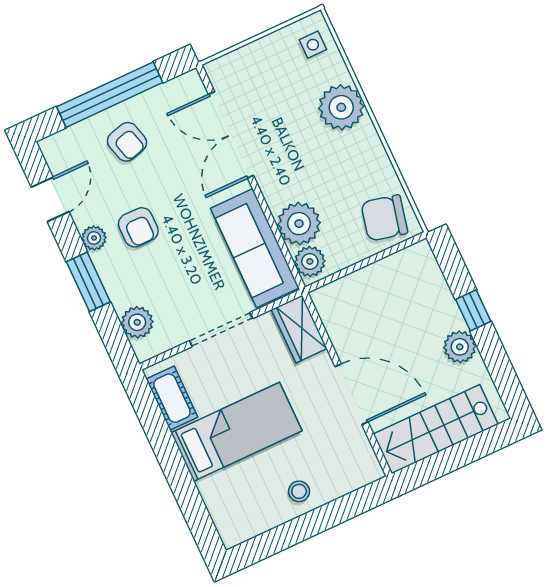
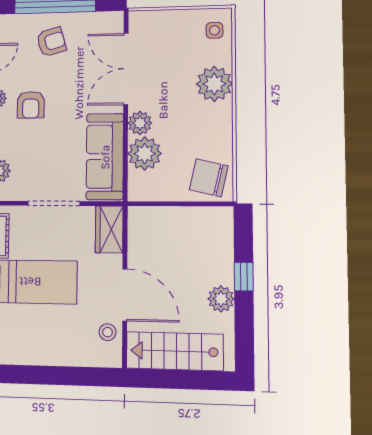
armchair: (127, 142) -> (51, 42), turned -91
plant: (310, 261) -> (140, 123), moved
stool: (299, 491) -> (108, 332), moved

